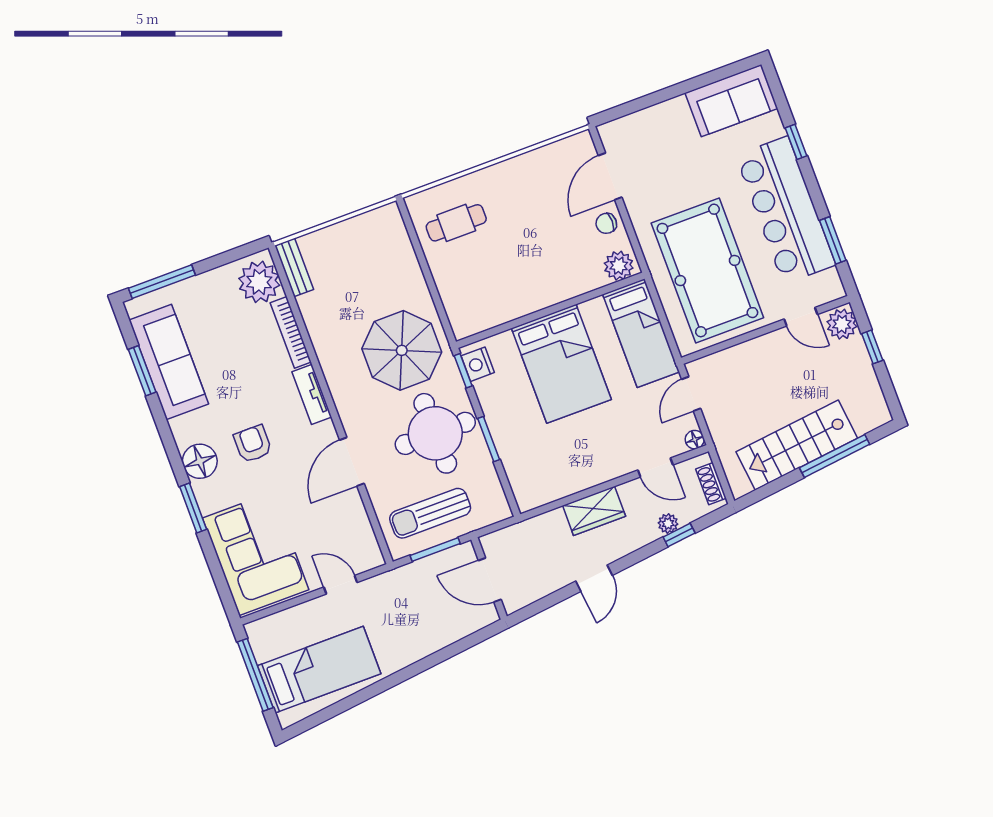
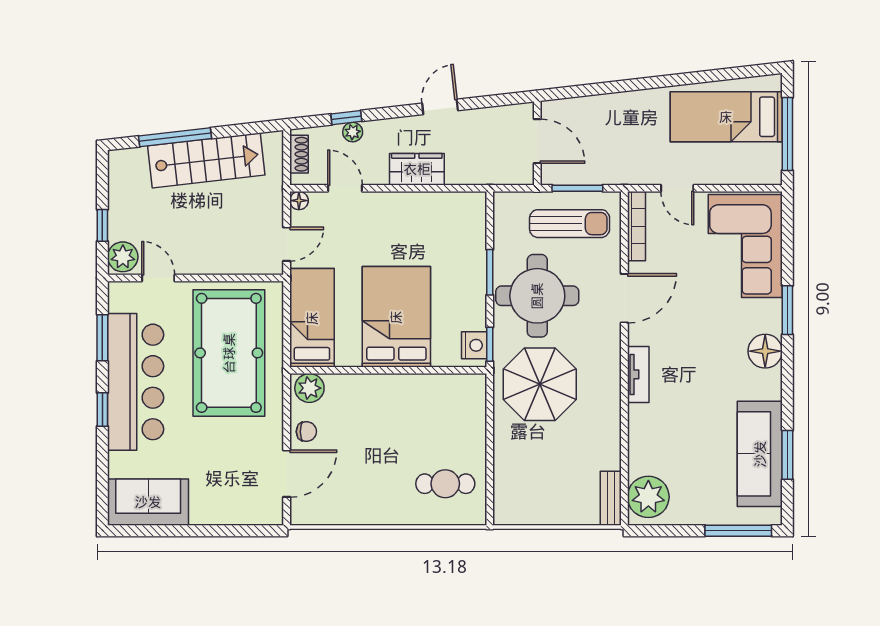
window: (796, 142) -> (102, 410), moved
bookcase: (291, 332) -> (636, 226), moved
armchair: (253, 444) -> (710, 349), removed

